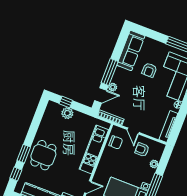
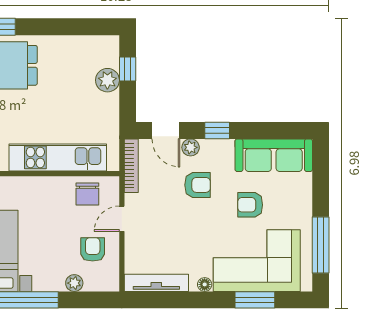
window: (110, 72) -> (217, 130), width x0.46
armchair: (131, 91) -> (198, 185), added

